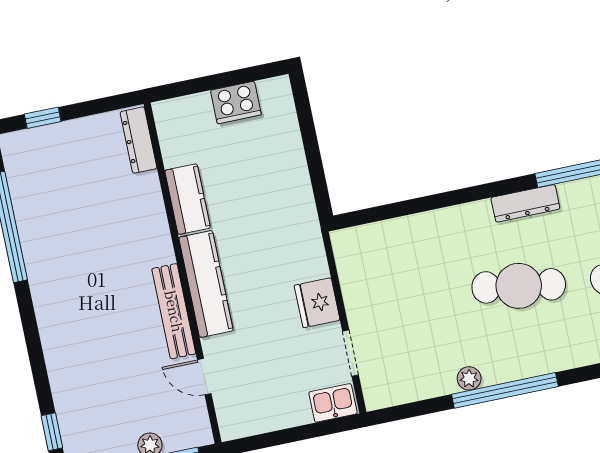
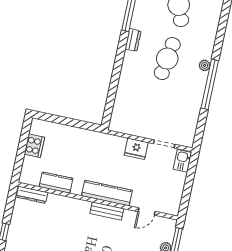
kitchen counter: (188, 199) -> (56, 183), moved
dresser: (525, 203) -> (133, 40), width x0.70
bench: (174, 311) -> (107, 211), width x0.73
plant: (469, 378) -> (205, 65), moved

